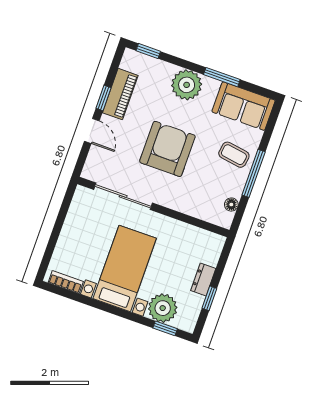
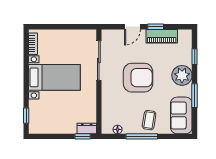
window: (148, 51) -> (195, 57), moved
dresser: (203, 279) -> (87, 128), moved
window: (209, 298) -> (83, 136), moved
plant: (163, 308) -> (38, 110), removed

